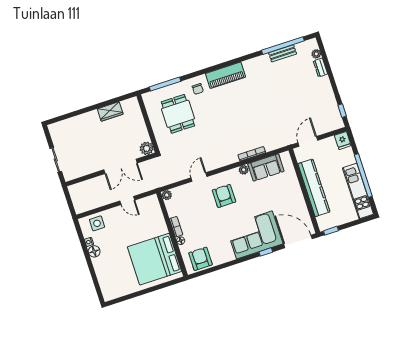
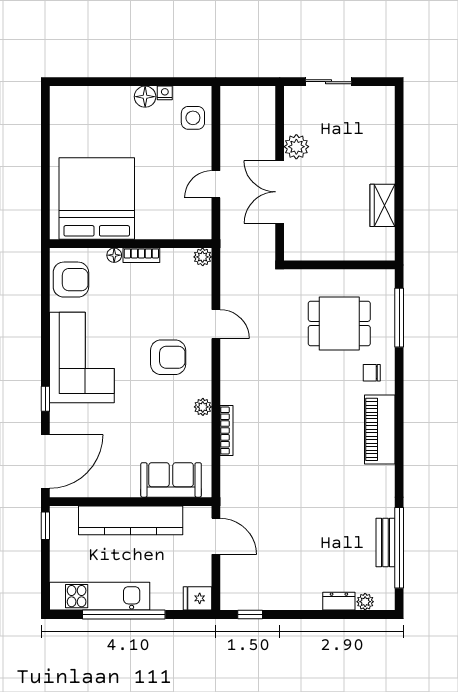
plant: (147, 148) -> (296, 147), moved
sofa: (266, 167) -> (171, 480), moved, turned 90
corner sofa: (254, 235) -> (82, 357), moved

